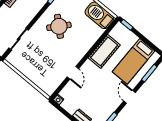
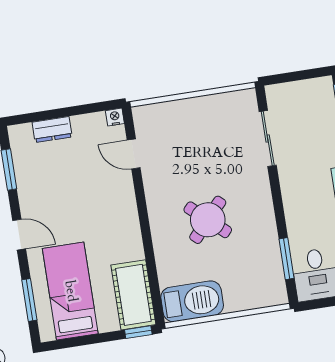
round table: (59, 26) -> (208, 220), moved
cot: (104, 51) -> (133, 295), moved
door: (73, 73) -> (134, 154), moved

